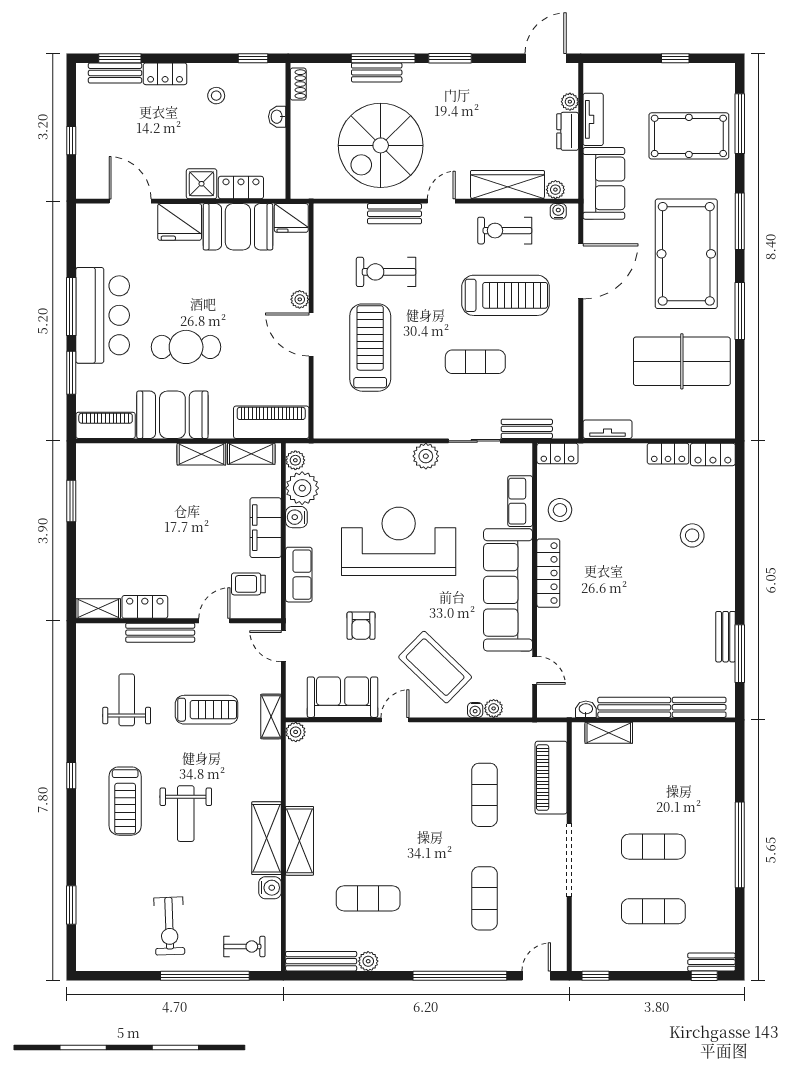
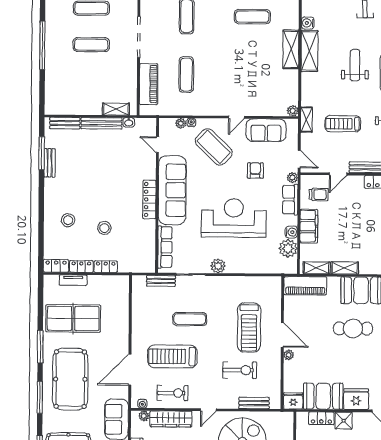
bench: (395, 214) -> (254, 403), moved
tv unit: (608, 429) -> (73, 280), moved
locker: (557, 454) -> (106, 267), moved
plant: (295, 460) -> (292, 178), moved
row of seats: (520, 501) -> (165, 247), width x1.48
stool: (560, 510) -> (104, 228), moved
reception desk: (399, 541) -> (234, 218), turned 180

